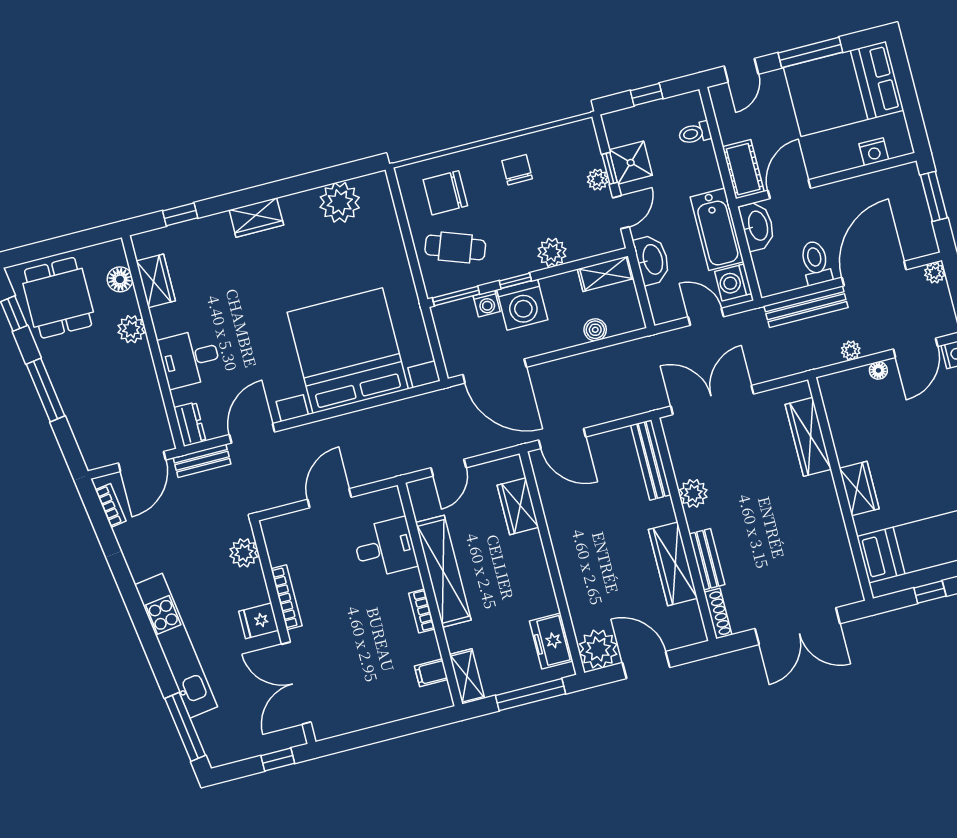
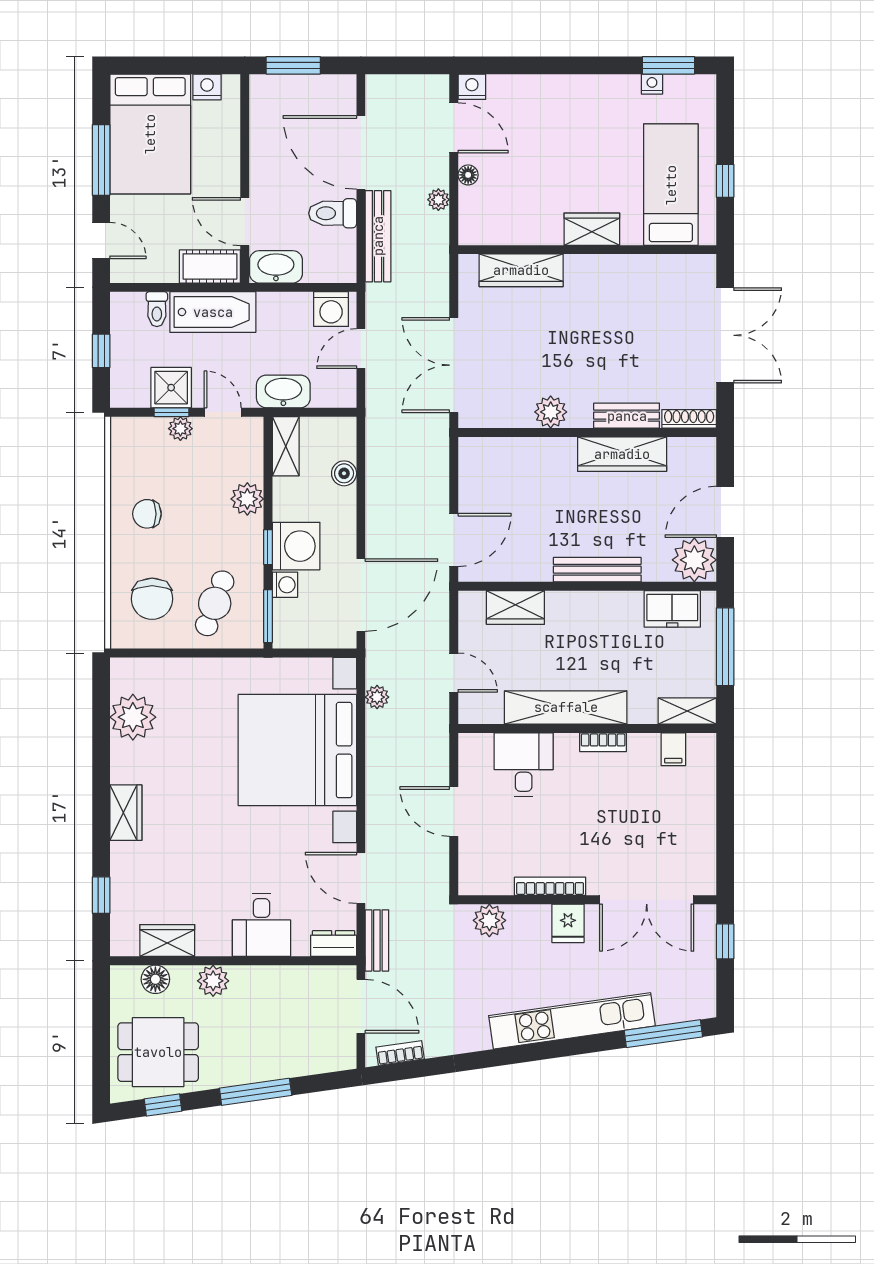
nightstand: (874, 152) -> (207, 87), moved, turned -90
bathtub: (717, 229) -> (213, 312), moved
plant: (935, 273) -> (377, 697), moved
bench: (651, 460) -> (597, 570), moved

